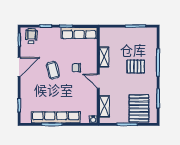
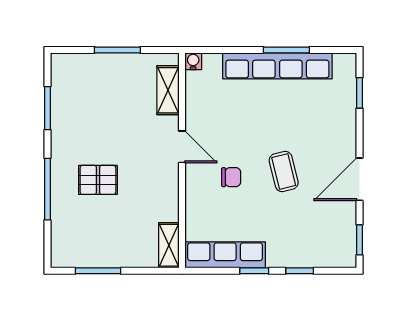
wheelchair: (31, 36) -> (332, 248), removed
shelving: (104, 57) -> (169, 245), moved
pallet: (139, 108) -> (90, 86), removed

